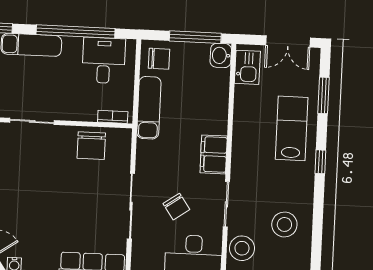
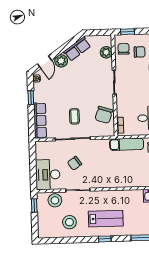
lab bench: (292, 128) -> (106, 219), moved
chair: (91, 146) -> (104, 115), turned -72
filing cabinet: (214, 154) -> (104, 181), removed
coffee table: (90, 200) -> (74, 116), added

